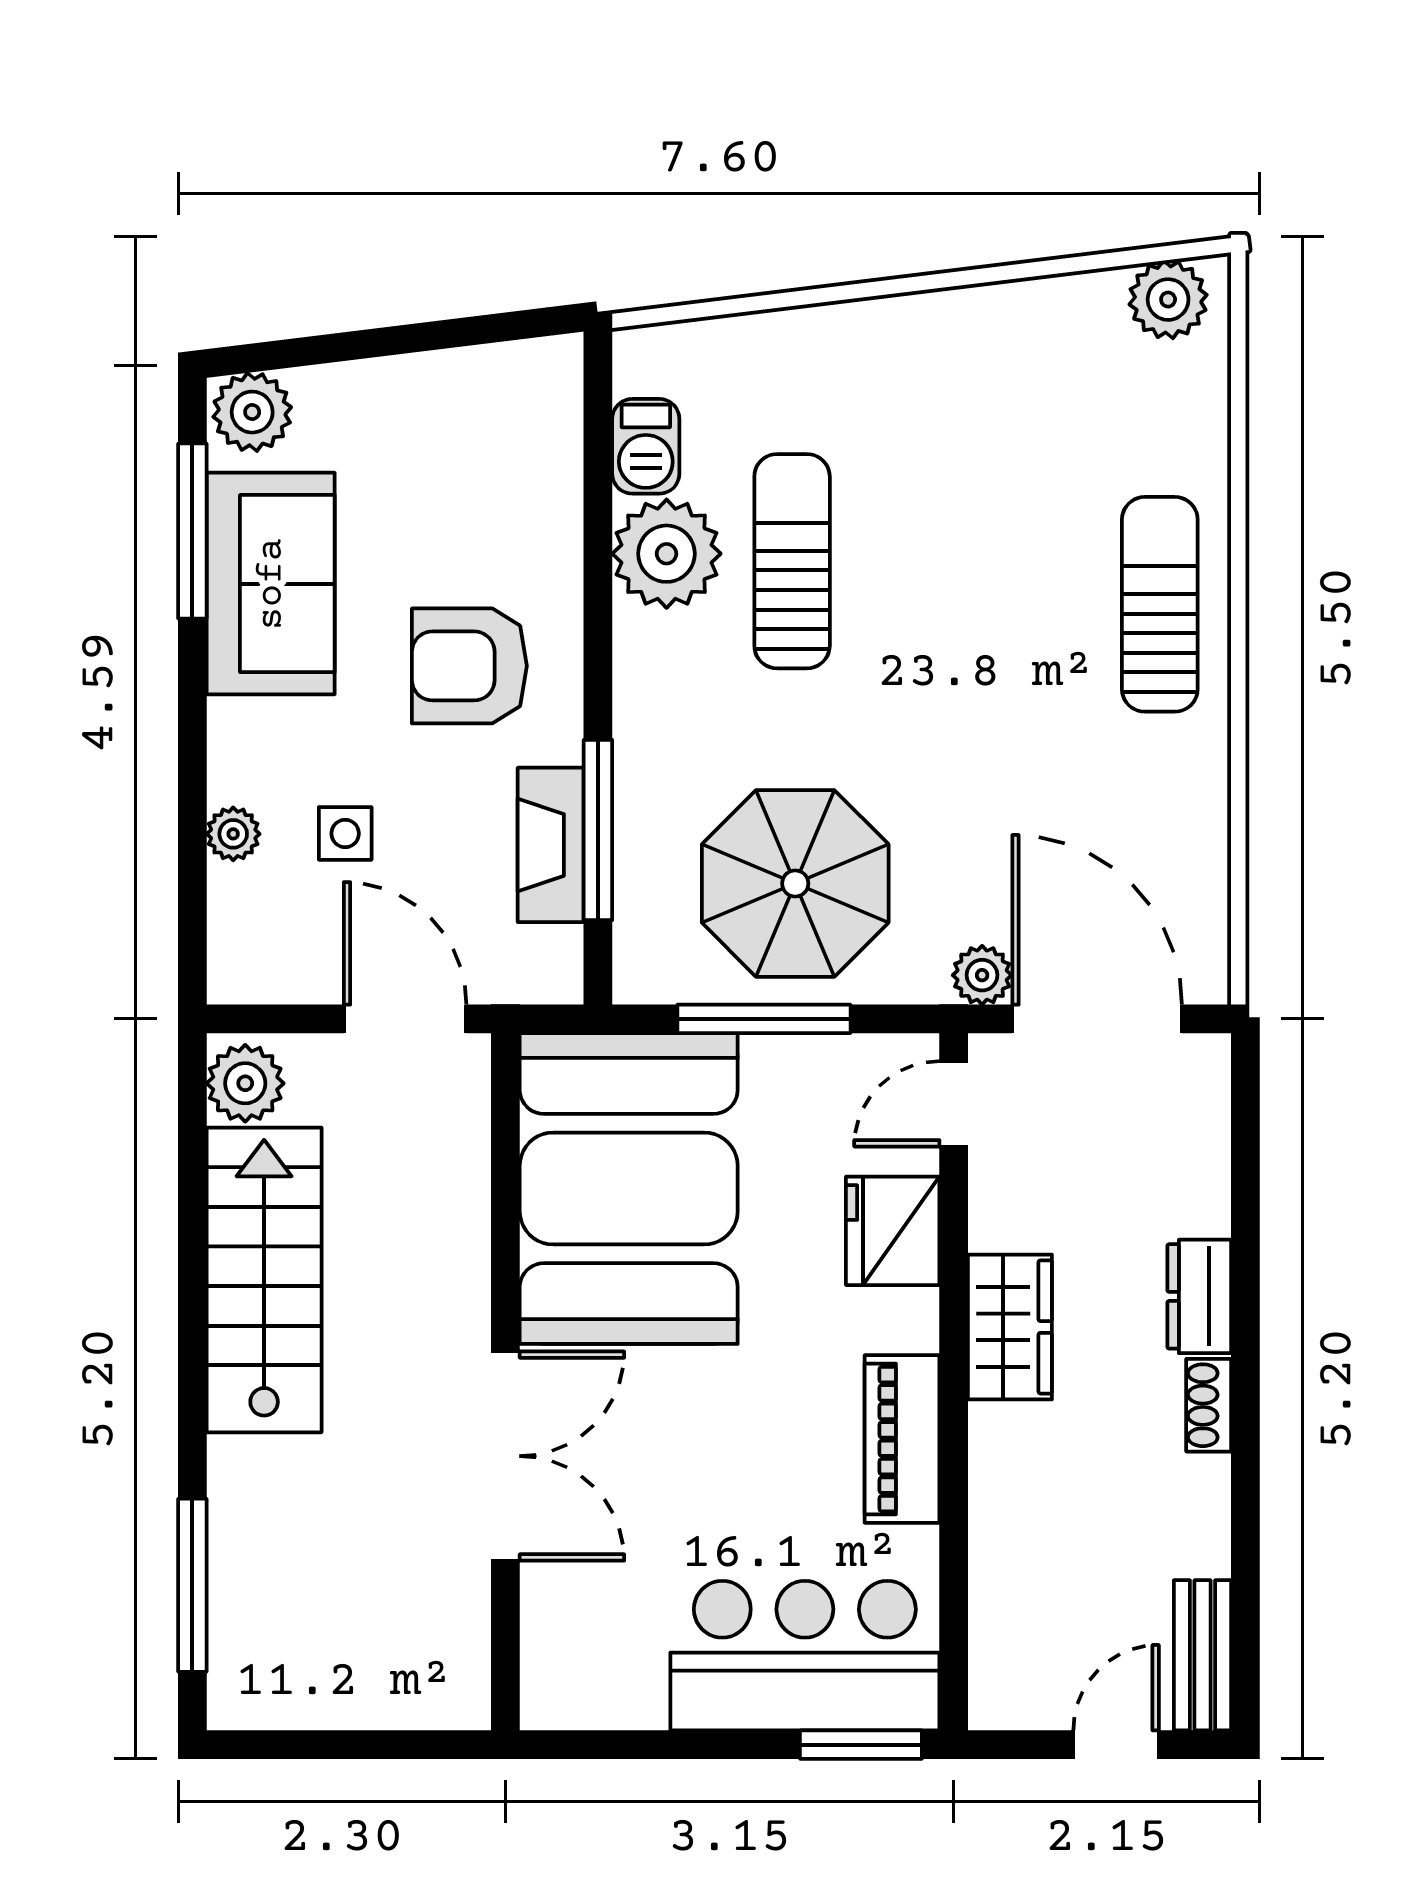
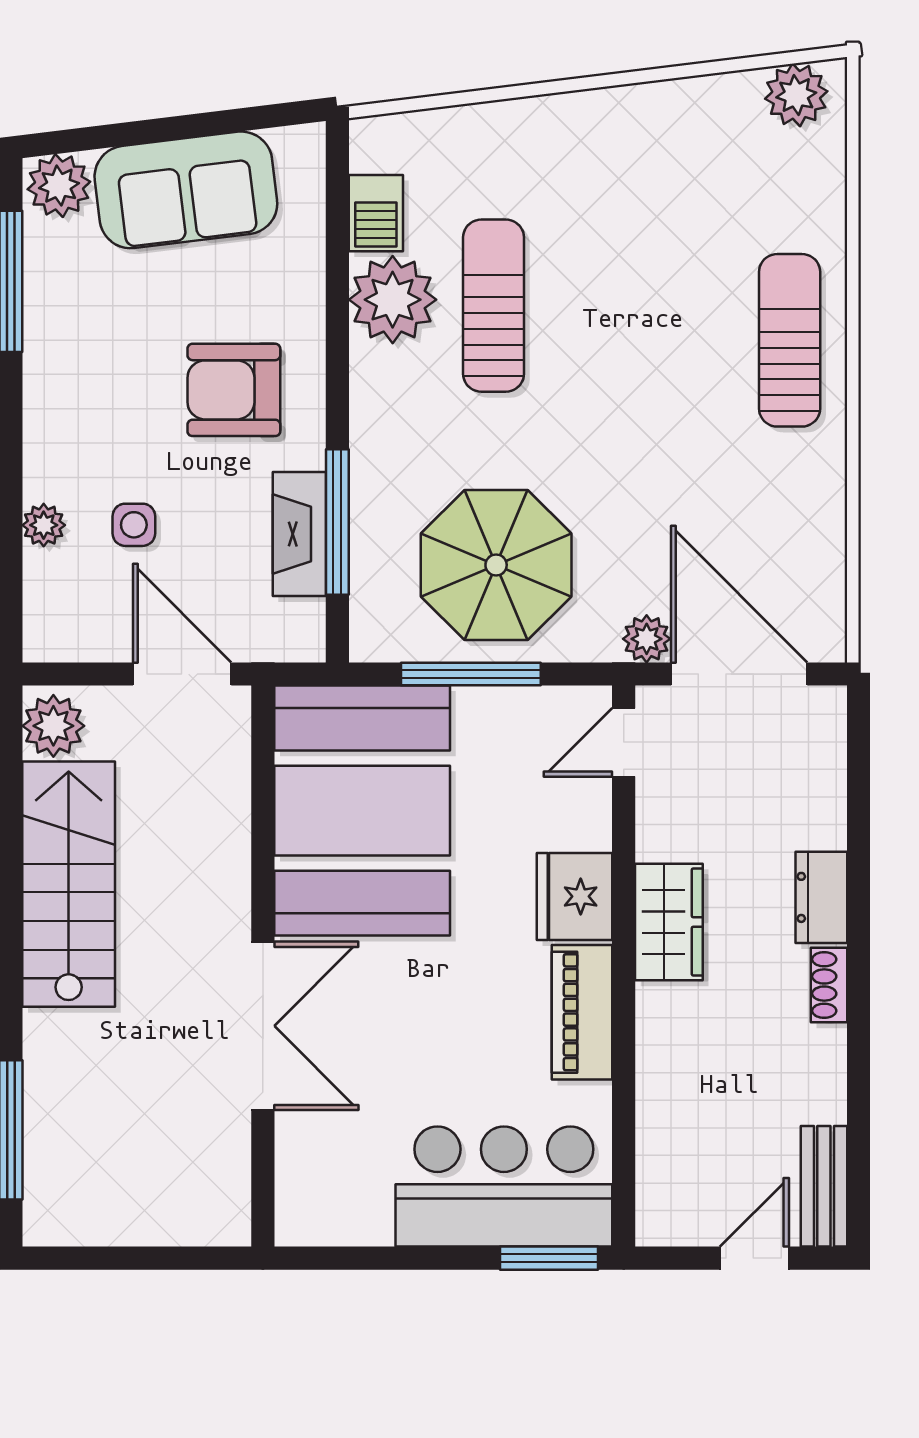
sofa: (271, 584) -> (186, 190), moved, turned 83
fridge: (893, 1231) -> (575, 896), moved

